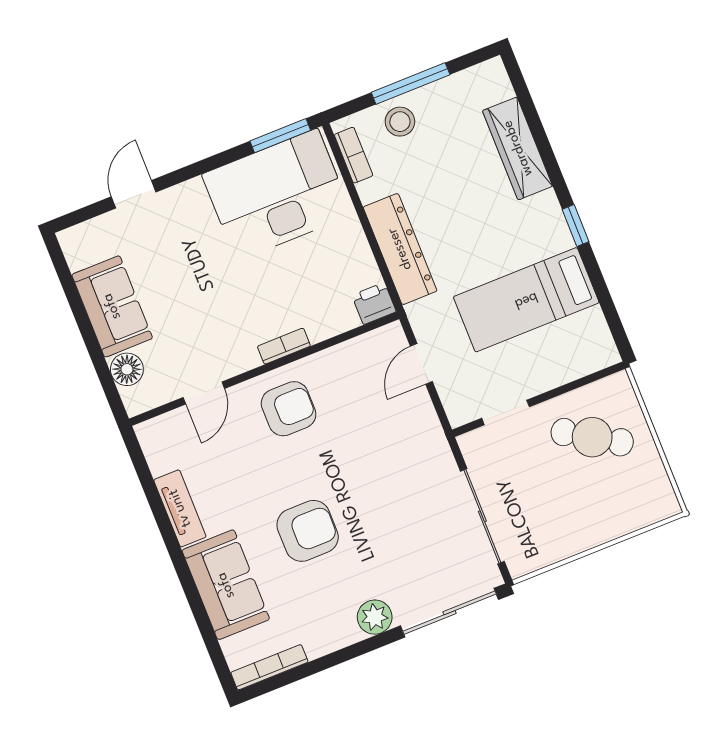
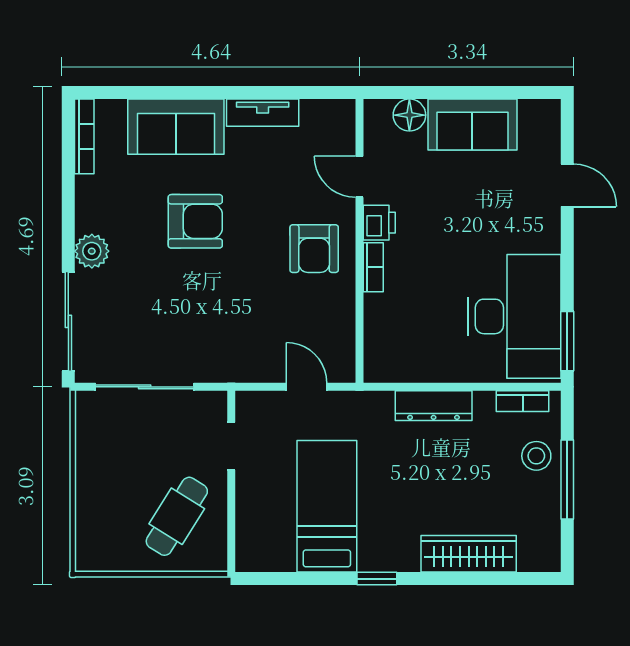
dresser: (400, 249) -> (434, 406), width x0.73, depth x0.80
printer: (374, 303) -> (379, 223), moved
armchair: (308, 531) -> (195, 221), turned -90

